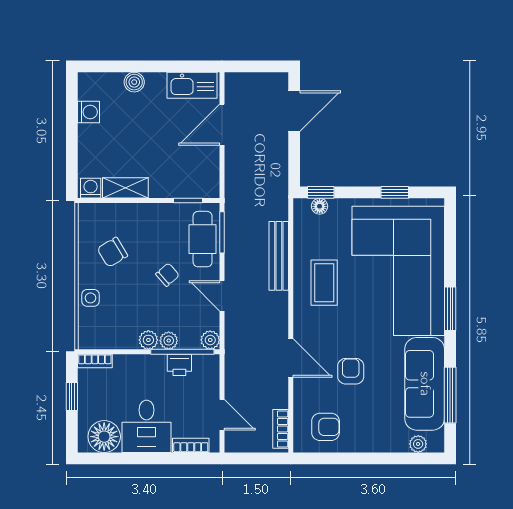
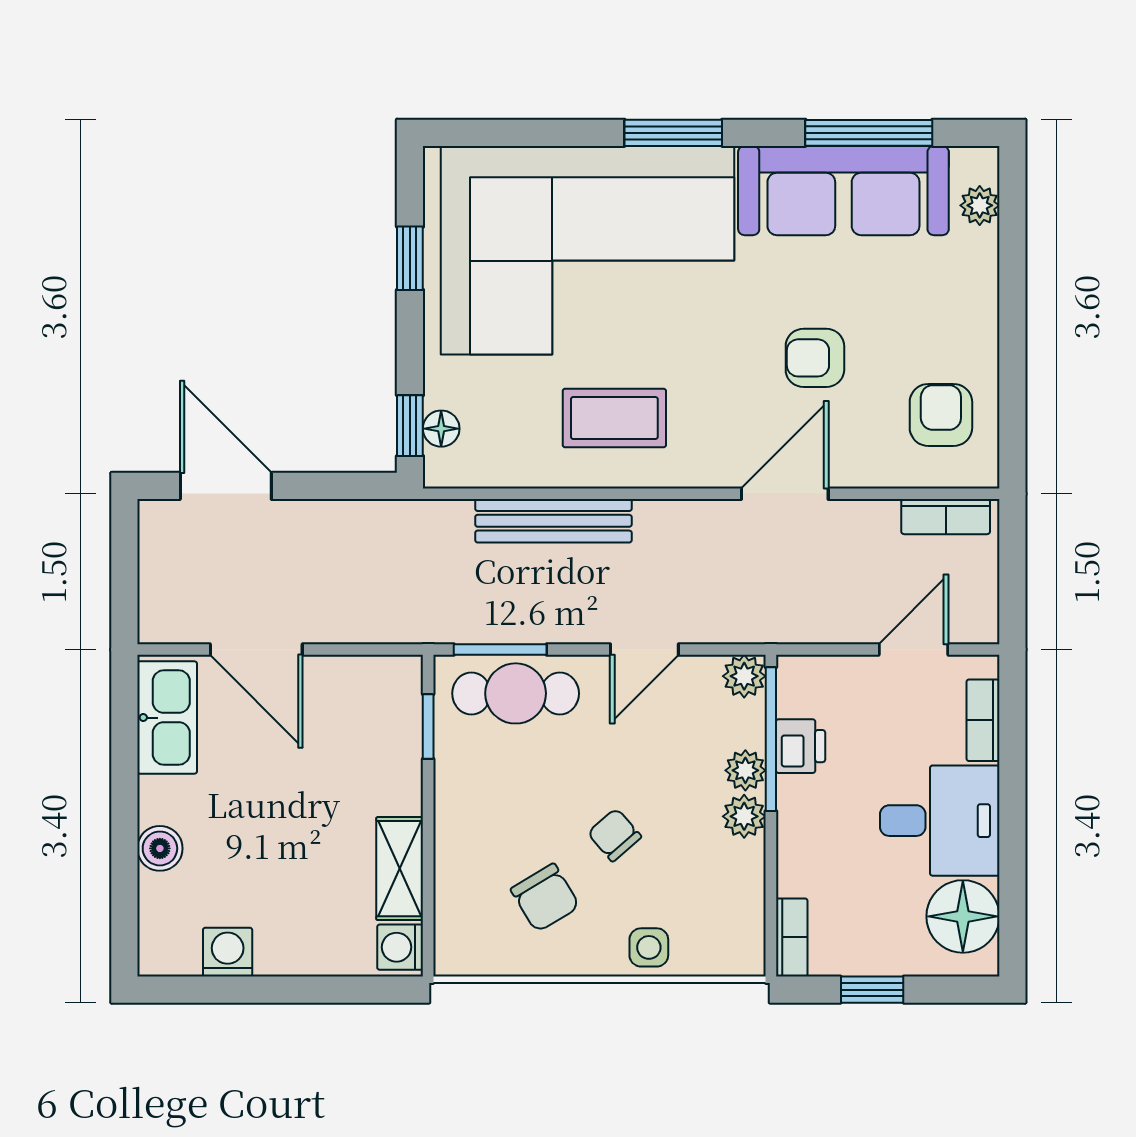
chair: (167, 275) -> (614, 835), moved

